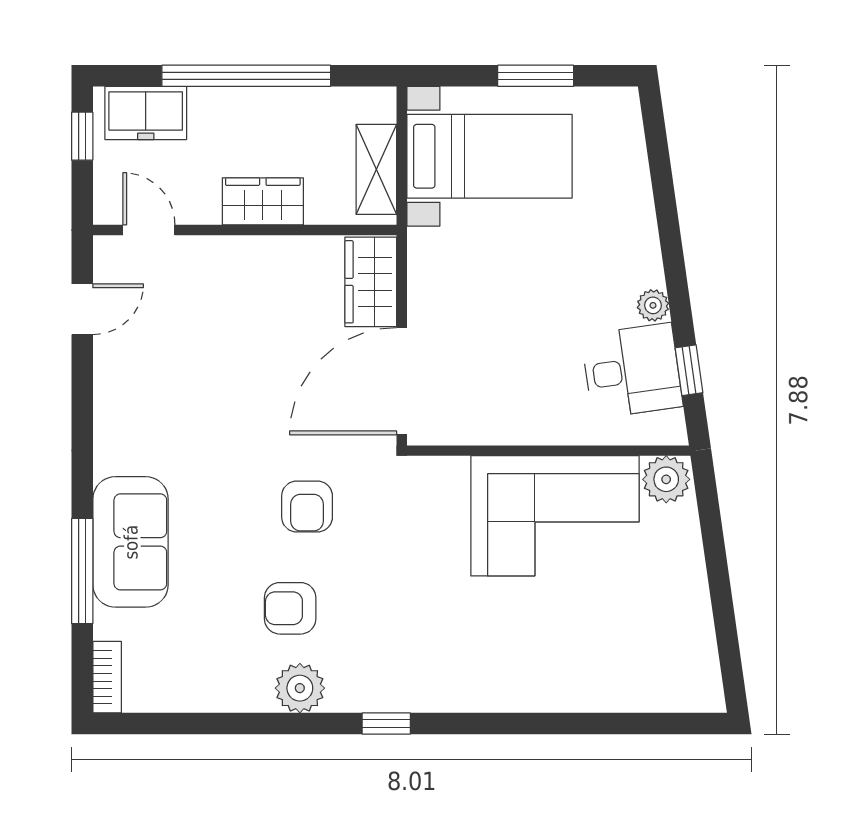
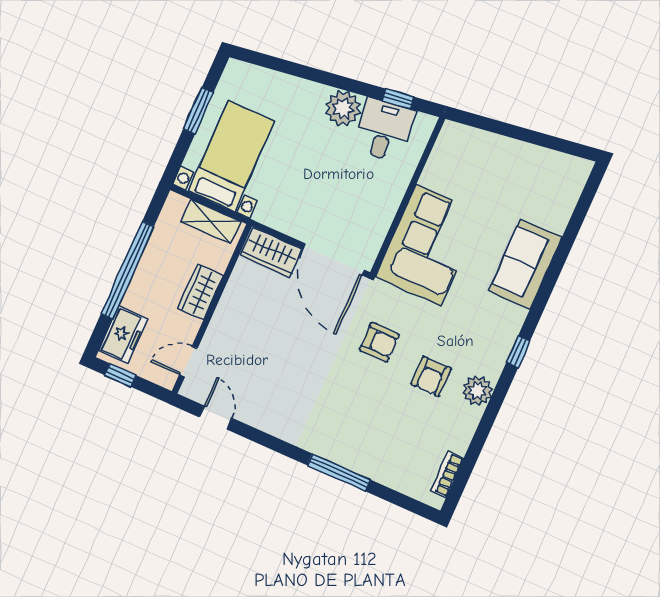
plant: (653, 305) -> (343, 108), width x1.88, depth x1.88
plant: (666, 479) -> (452, 138), removed
corner sofa: (555, 516) -> (429, 245), moved
sofa: (131, 542) -> (525, 264), moved, turned -90
window: (82, 571) -> (339, 472), moved
bookcase: (107, 677) -> (447, 474), moved, turned -90

